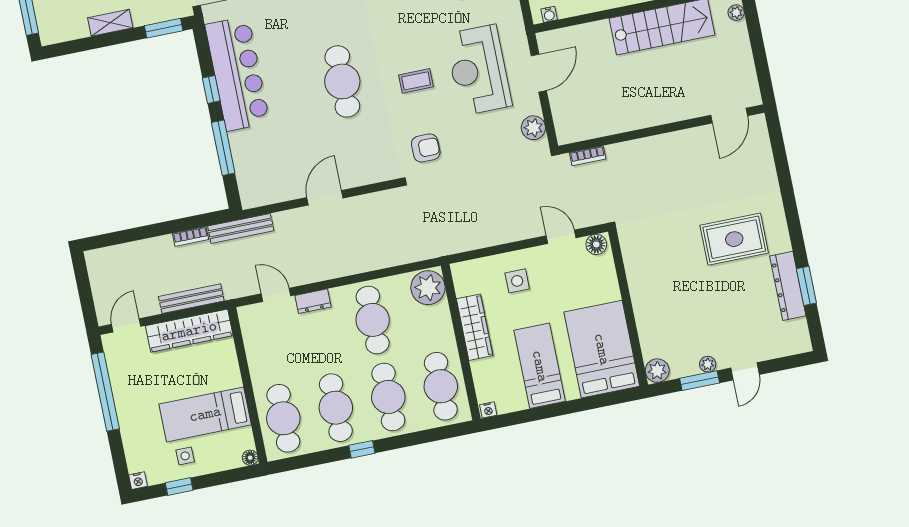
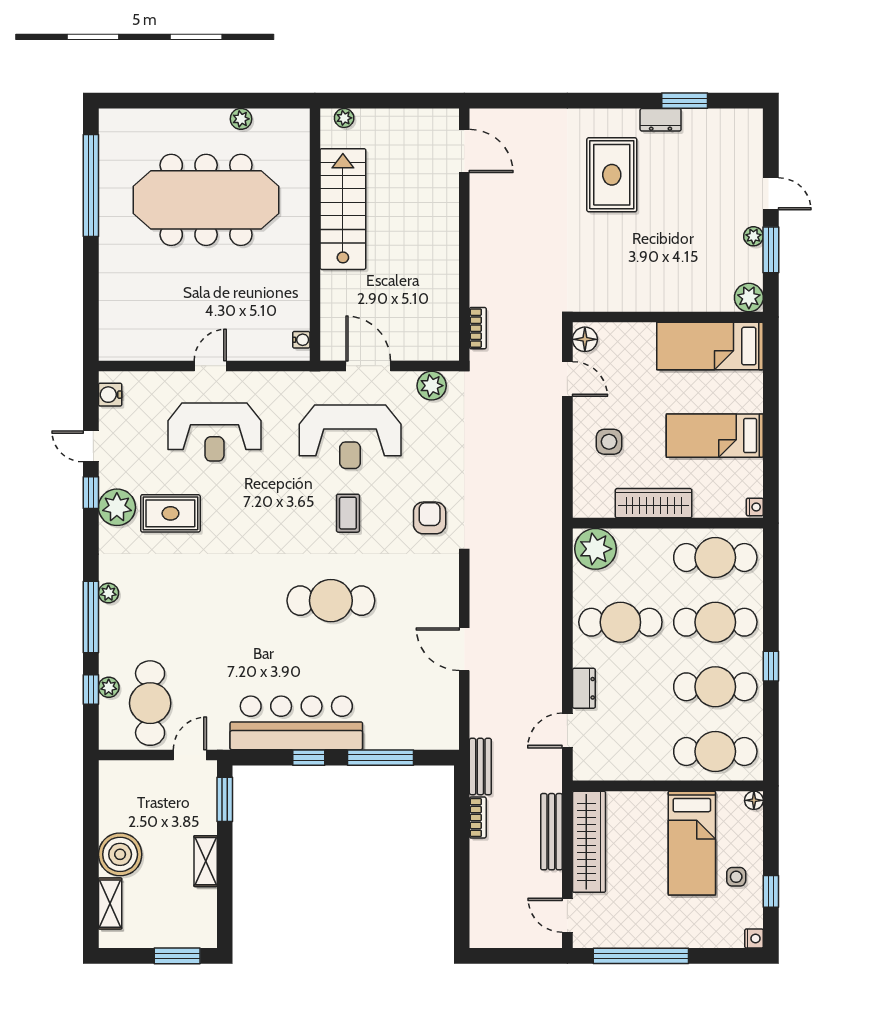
bench: (241, 228) -> (480, 767), width x0.73
door: (561, 237) -> (567, 379), swing flipped
dresser: (788, 286) -> (661, 120), width x0.51, depth x0.80
bed: (602, 349) -> (710, 346), width x0.67

